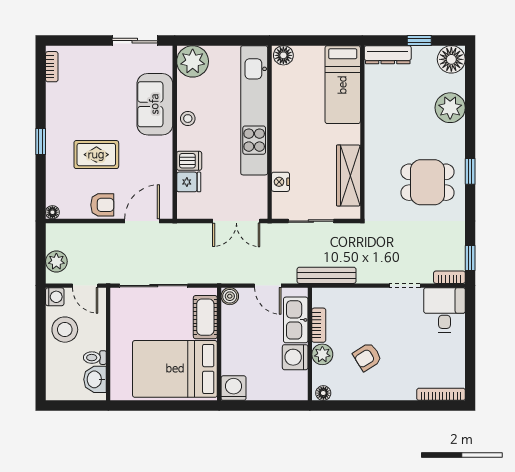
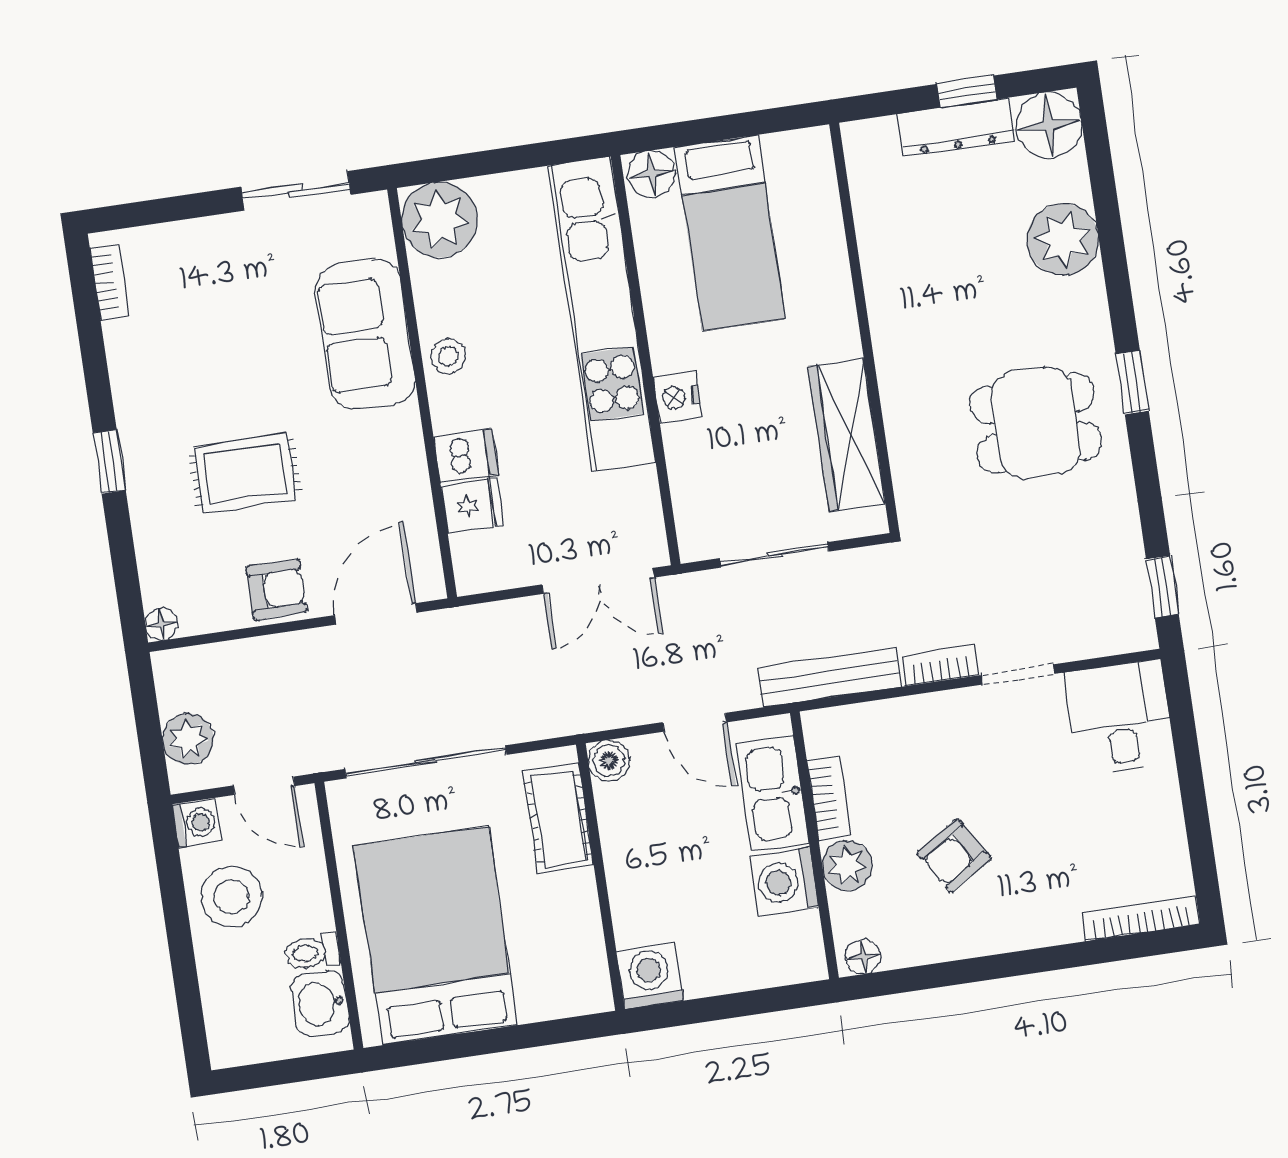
dresser: (388, 55) -> (956, 128), moved
bed: (343, 85) -> (730, 233), moved
nightstand: (280, 182) -> (677, 397), moved
bookcase: (449, 277) -> (941, 666), moved
bed: (175, 369) -> (435, 936), moved, turned 90

